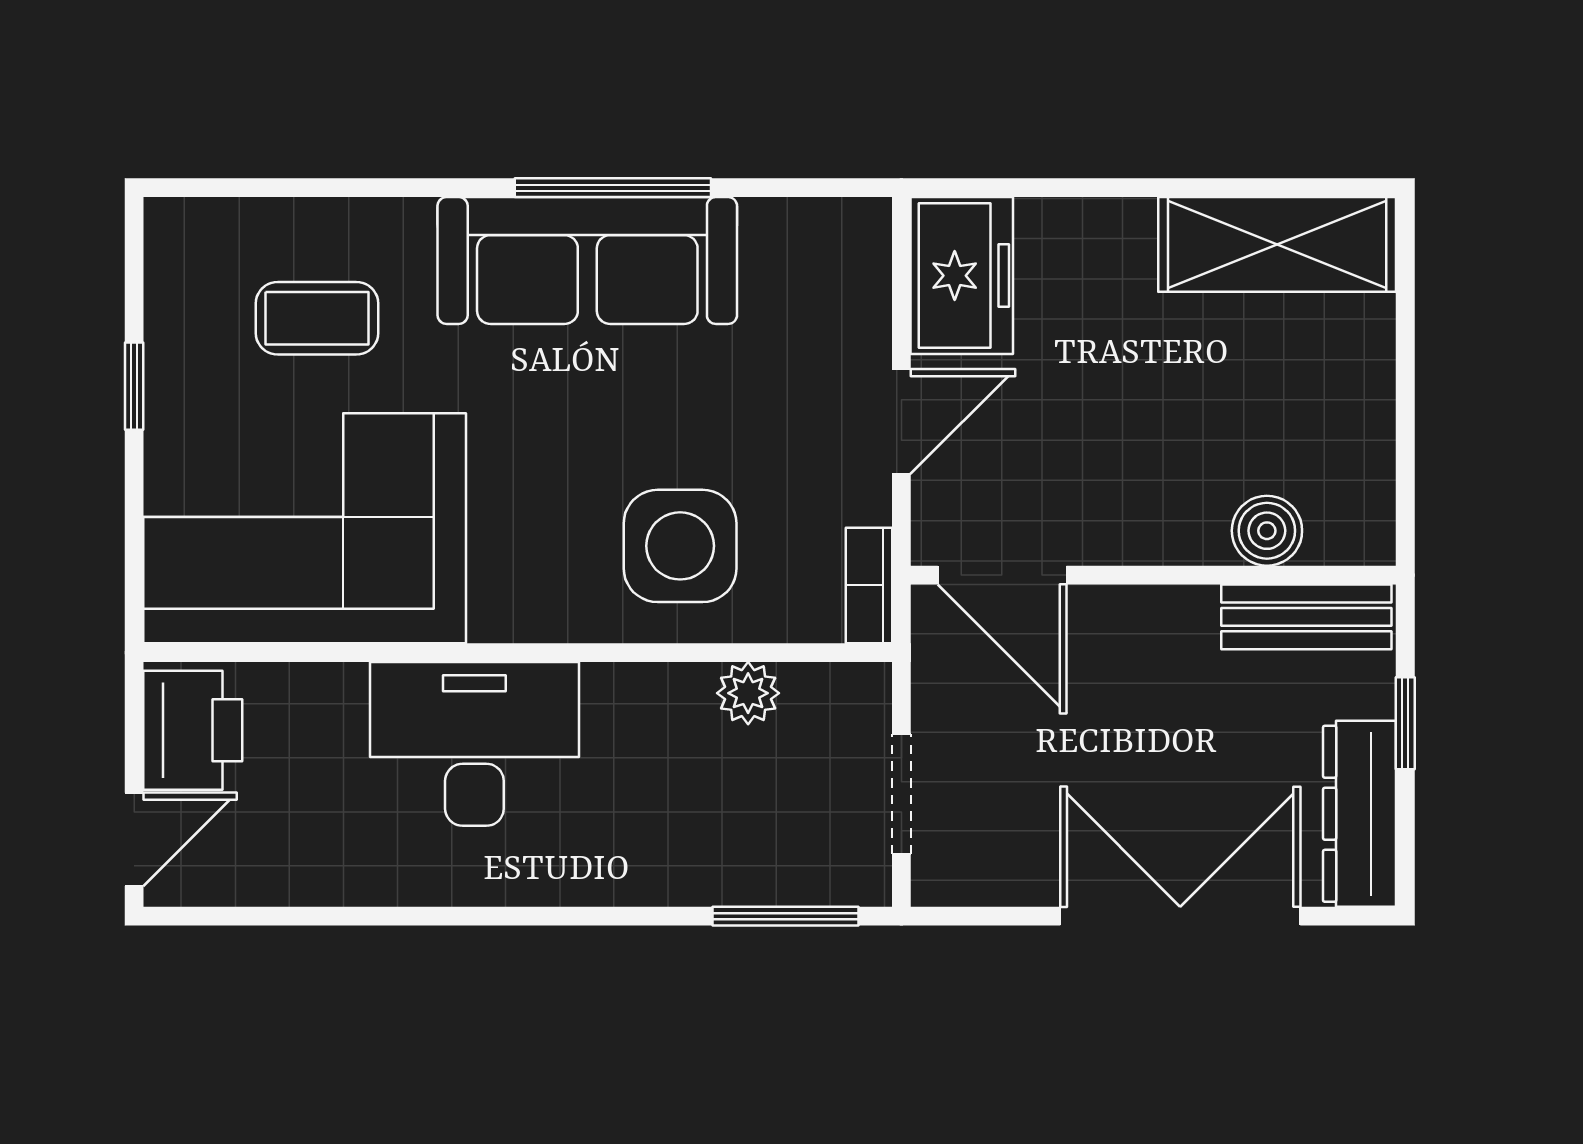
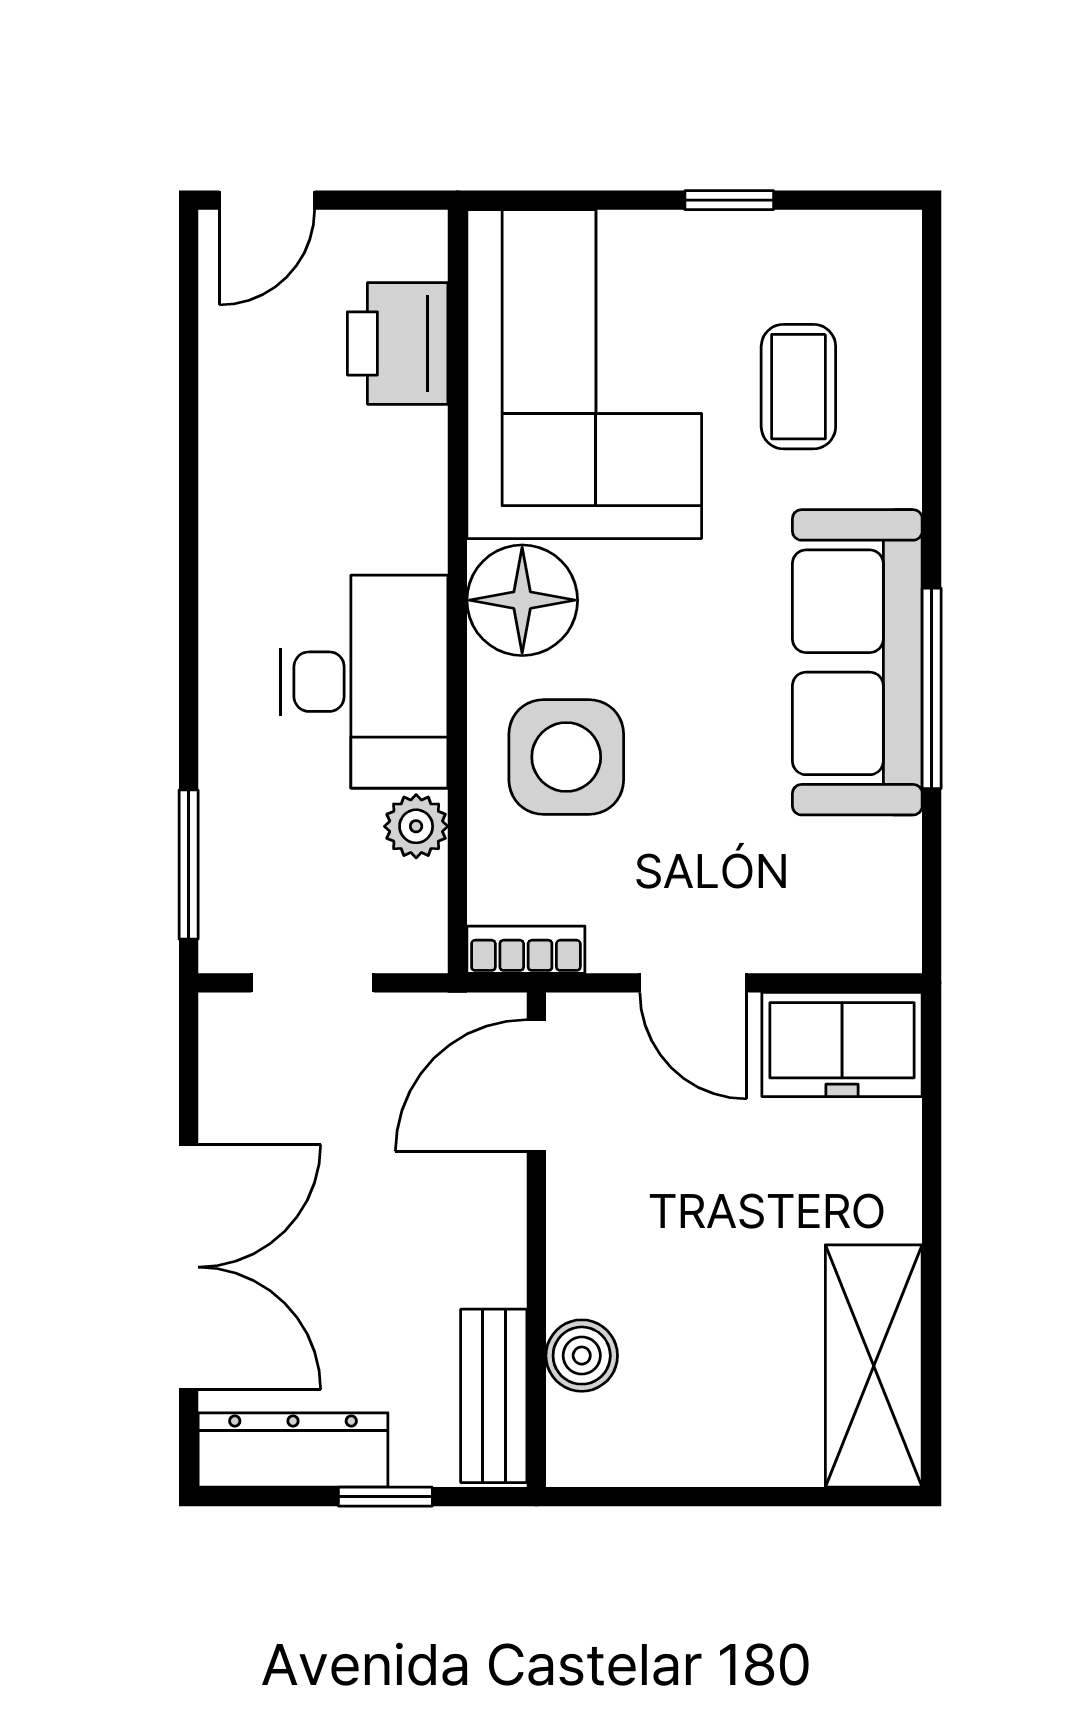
floor lamp: (526, 589) -> (522, 600), added
printer: (193, 730) -> (398, 343), moved, turned 90
desk: (474, 744) -> (364, 682), moved
door: (134, 839) -> (267, 200), hinge flipped

